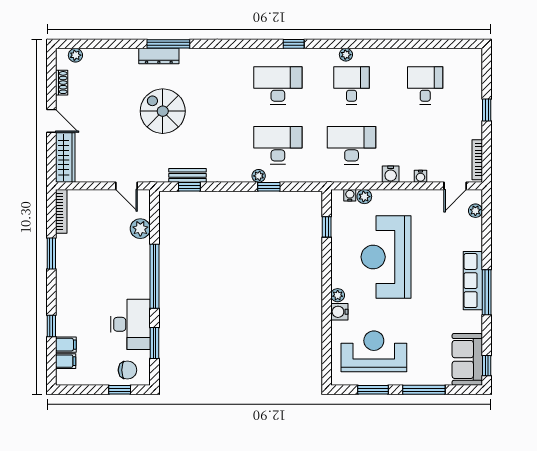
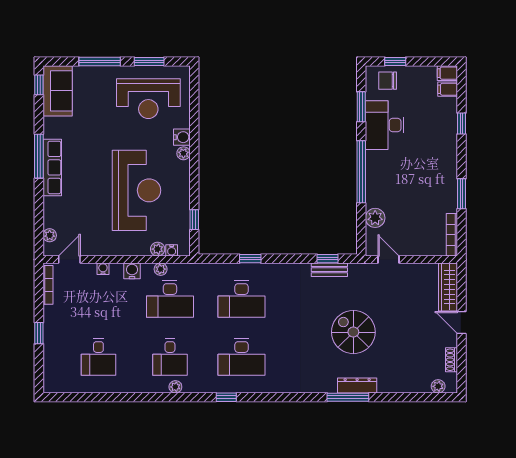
spiral stairs: (163, 111) -> (353, 332), turned 180
plant: (259, 176) -> (161, 269), moved
filing cabinet: (66, 345) -> (447, 73), moved

